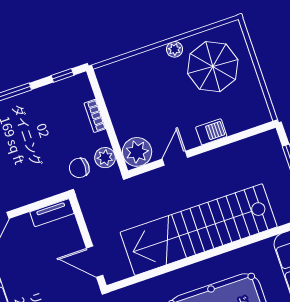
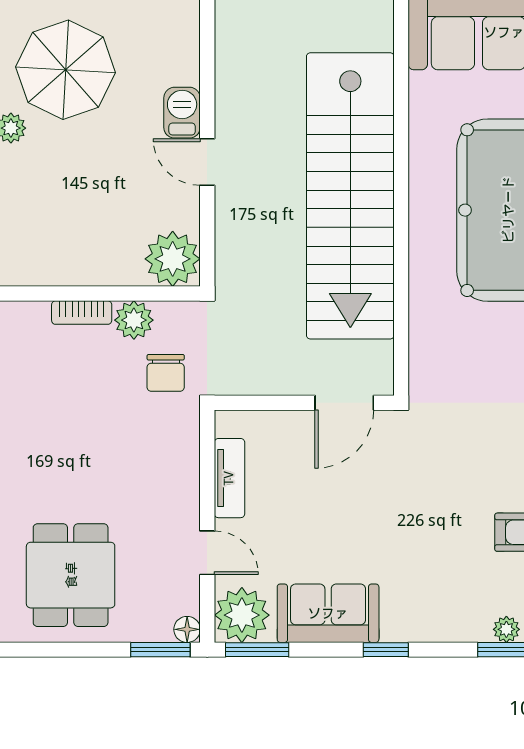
plant: (105, 158) -> (134, 320), moved
door: (175, 158) -> (207, 162), moved
tv unit: (52, 213) -> (229, 478), moved

